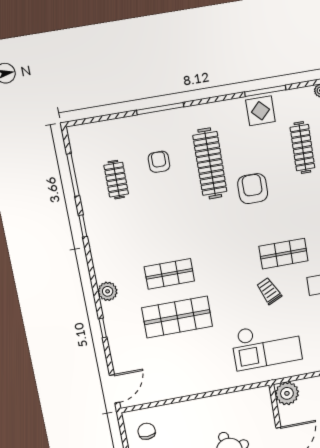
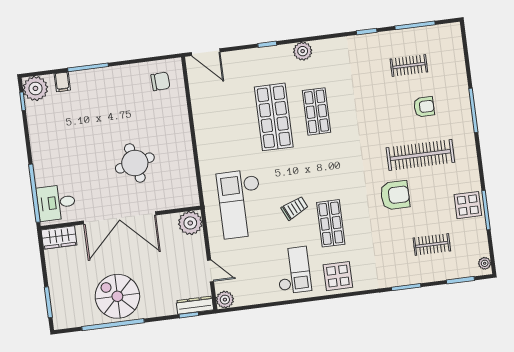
clothes rail: (302, 148) -> (432, 244), width x0.73

